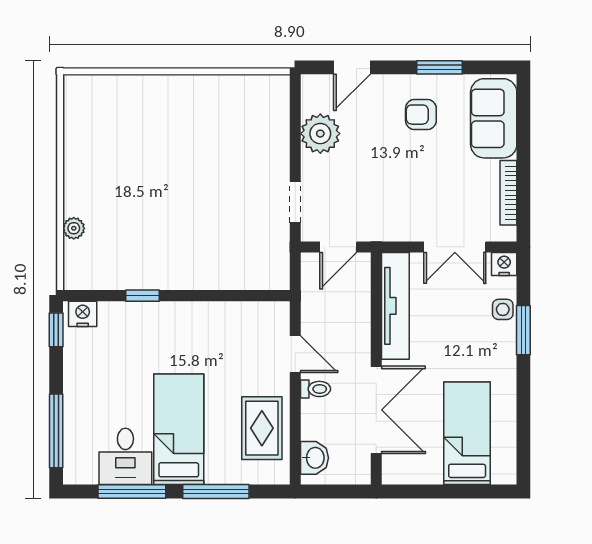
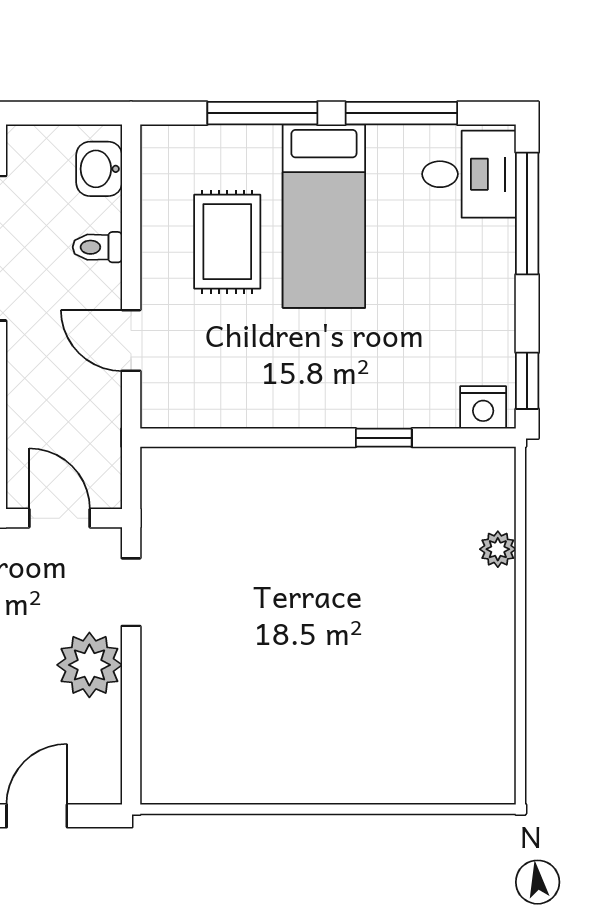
plant: (320, 134) -> (89, 665), moved
door: (338, 247) -> (60, 518), hinge flipped
toilet: (315, 389) -> (97, 247), moved
rug: (262, 428) -> (227, 242), moved
desk: (125, 456) -> (469, 174), moved, turned 90

